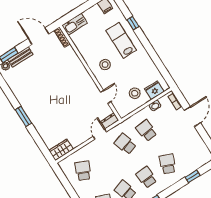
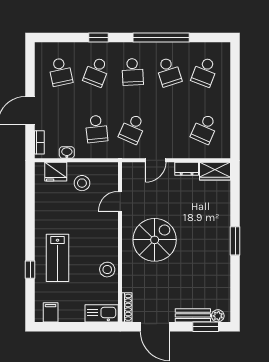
stool: (105, 65) -> (107, 270), moved
spiral stairs: (71, 87) -> (155, 240), added
dresser: (110, 121) -> (187, 169), moved
school desk: (125, 144) -> (133, 129), turned 42
school desk: (189, 151) -> (61, 72), added
window: (193, 176) -> (98, 38), moved

